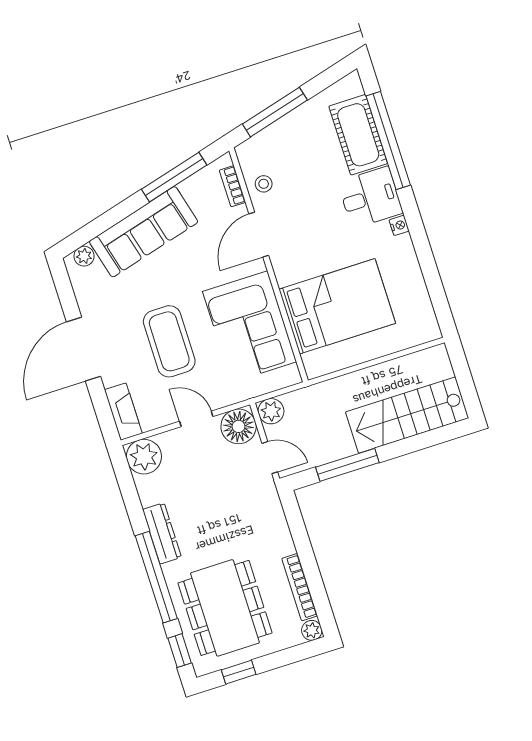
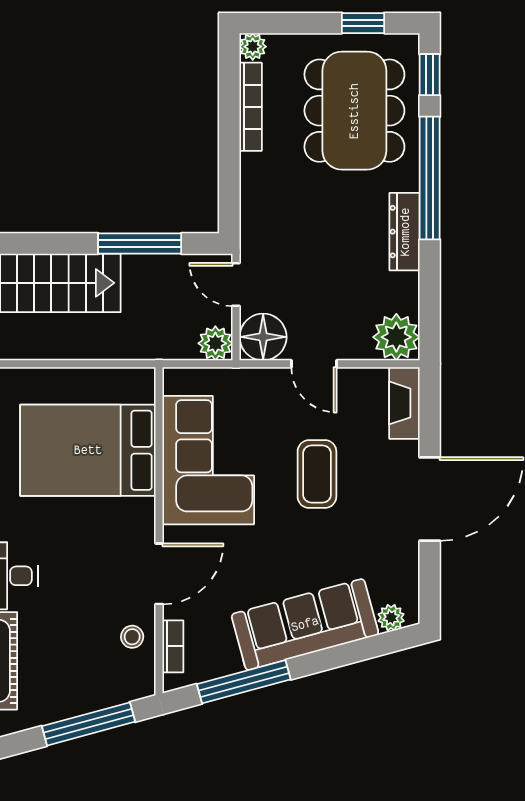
coffee table: (169, 341) -> (317, 474), width x0.73, depth x0.76

